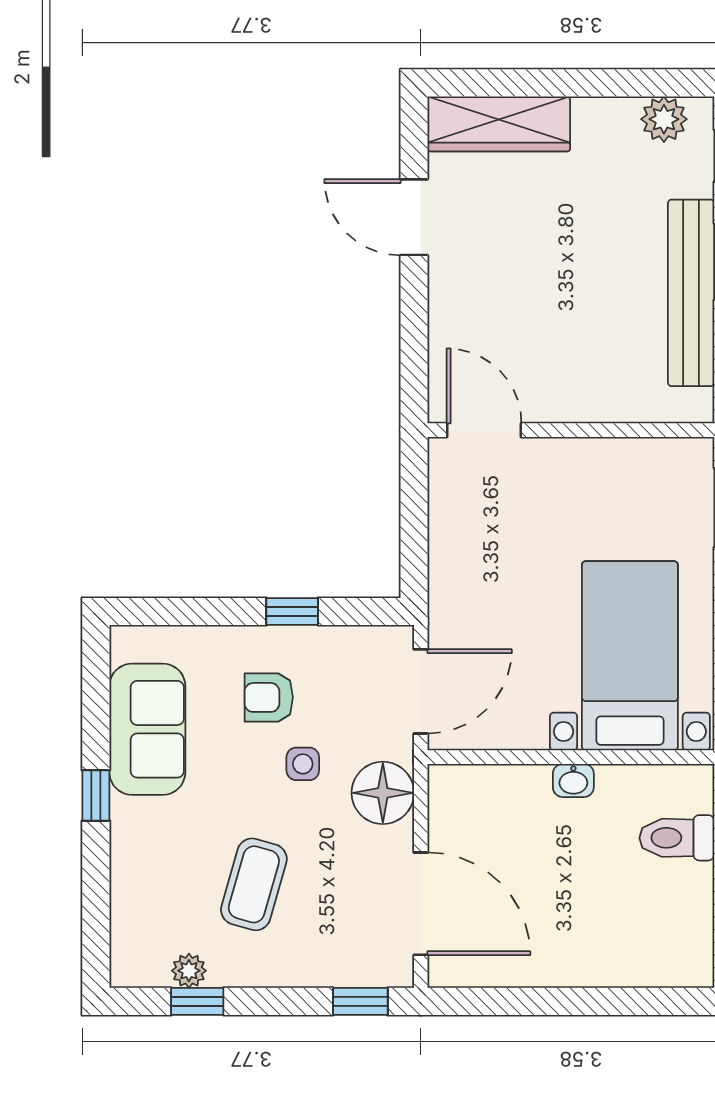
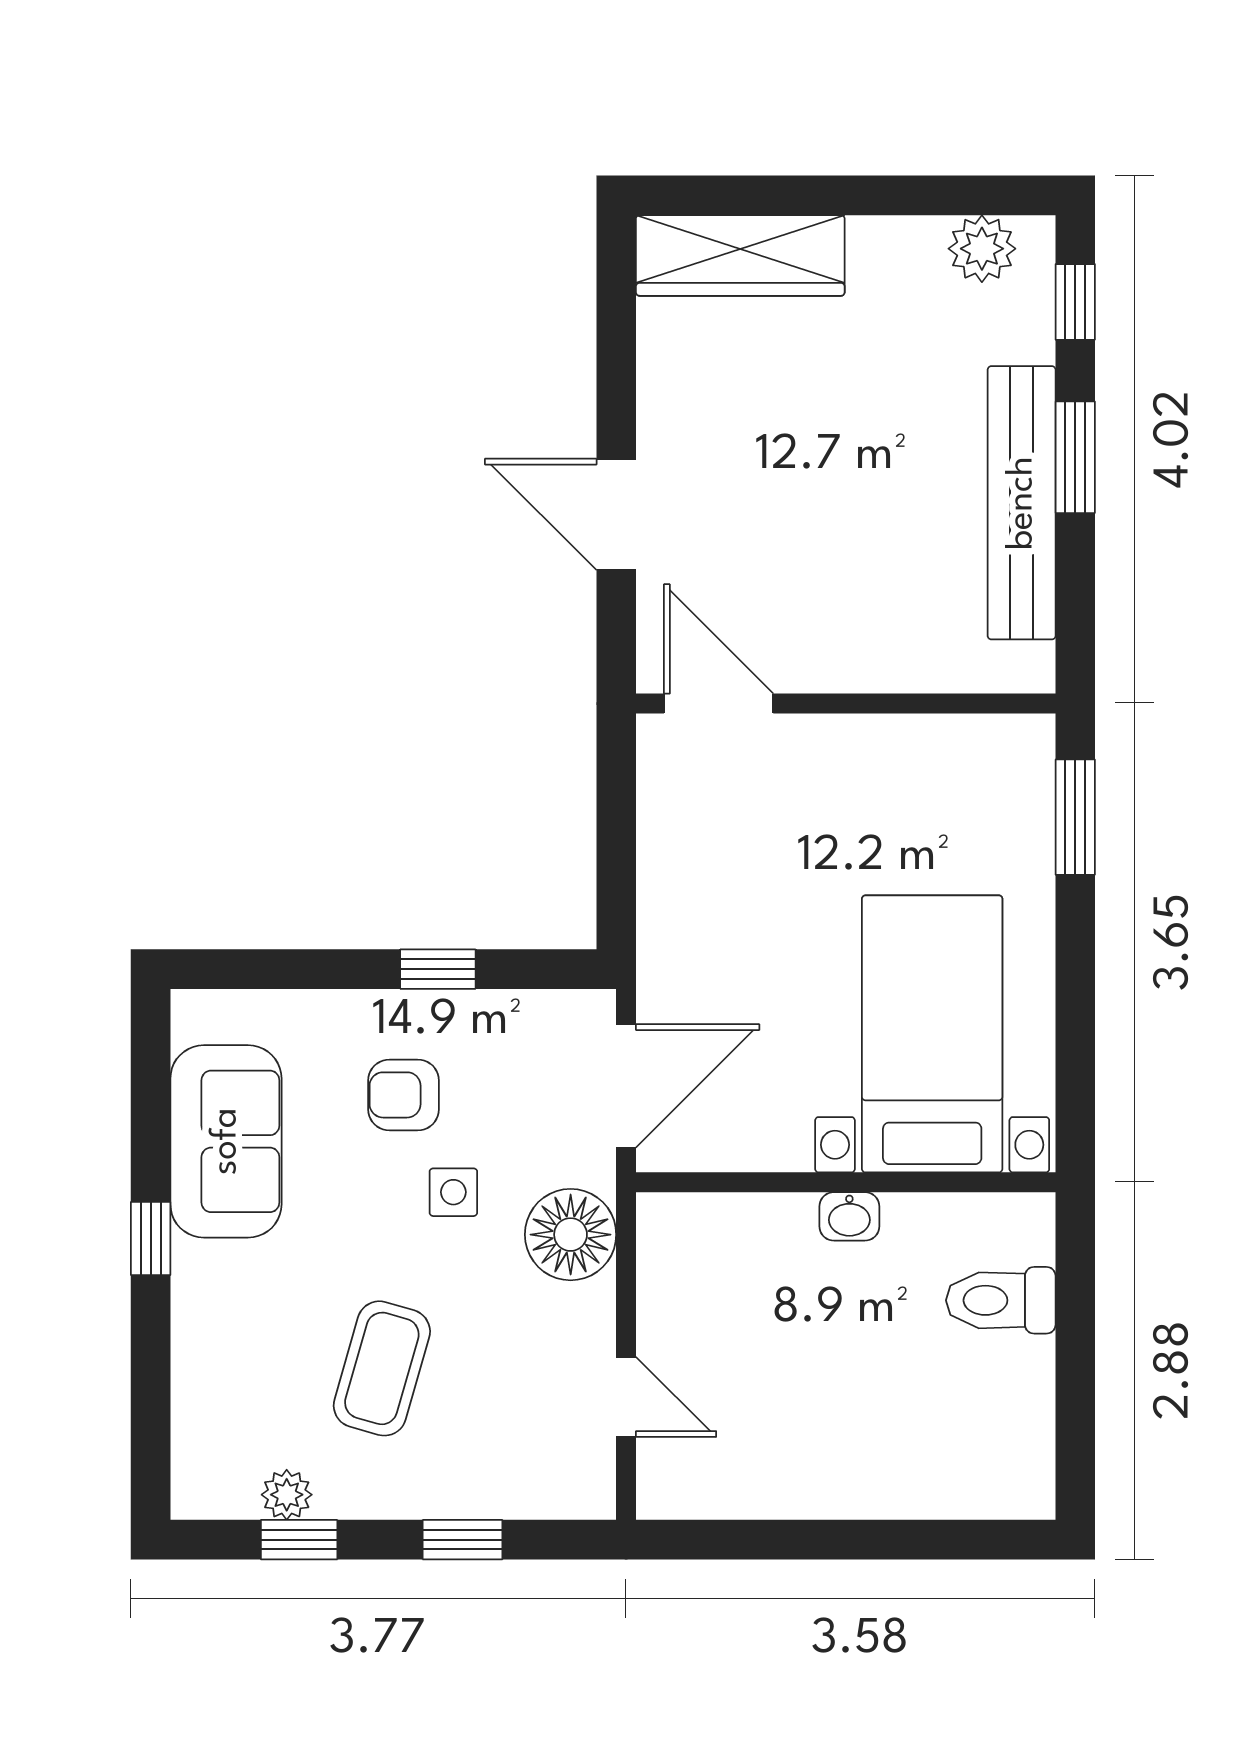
door: (414, 217) -> (616, 514), moved
door: (421, 904) -> (626, 1397), width x0.53
window: (360, 1001) -> (463, 1540), moved

